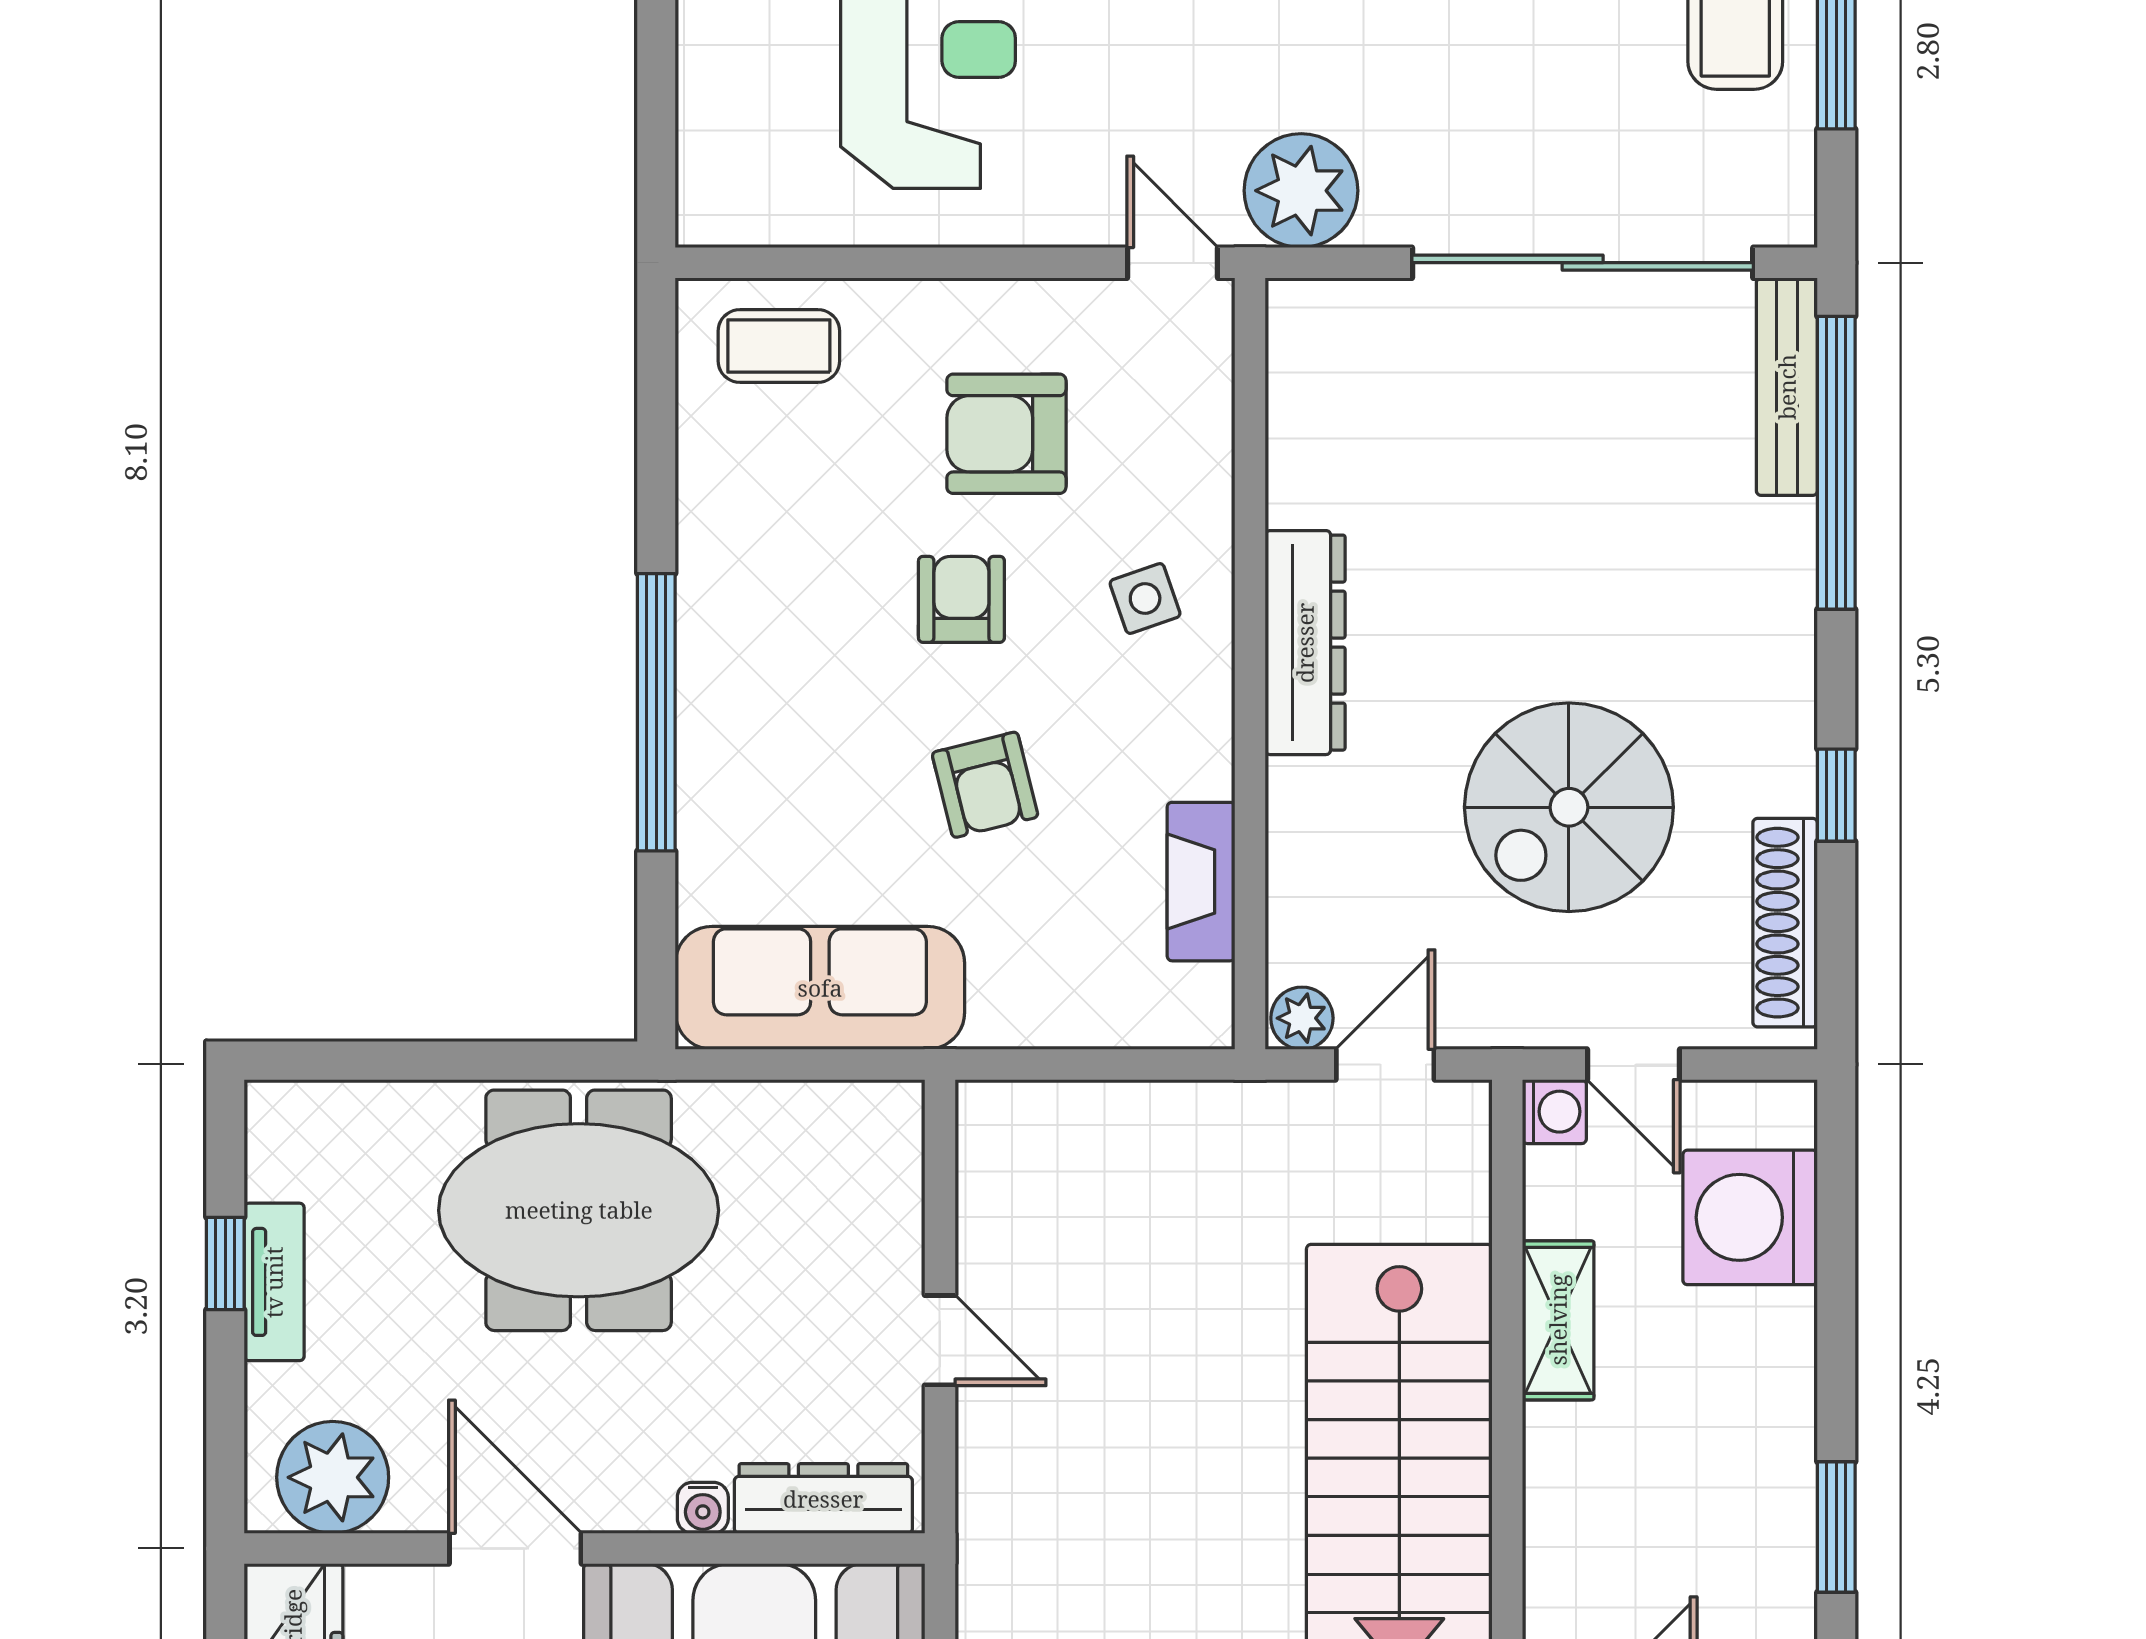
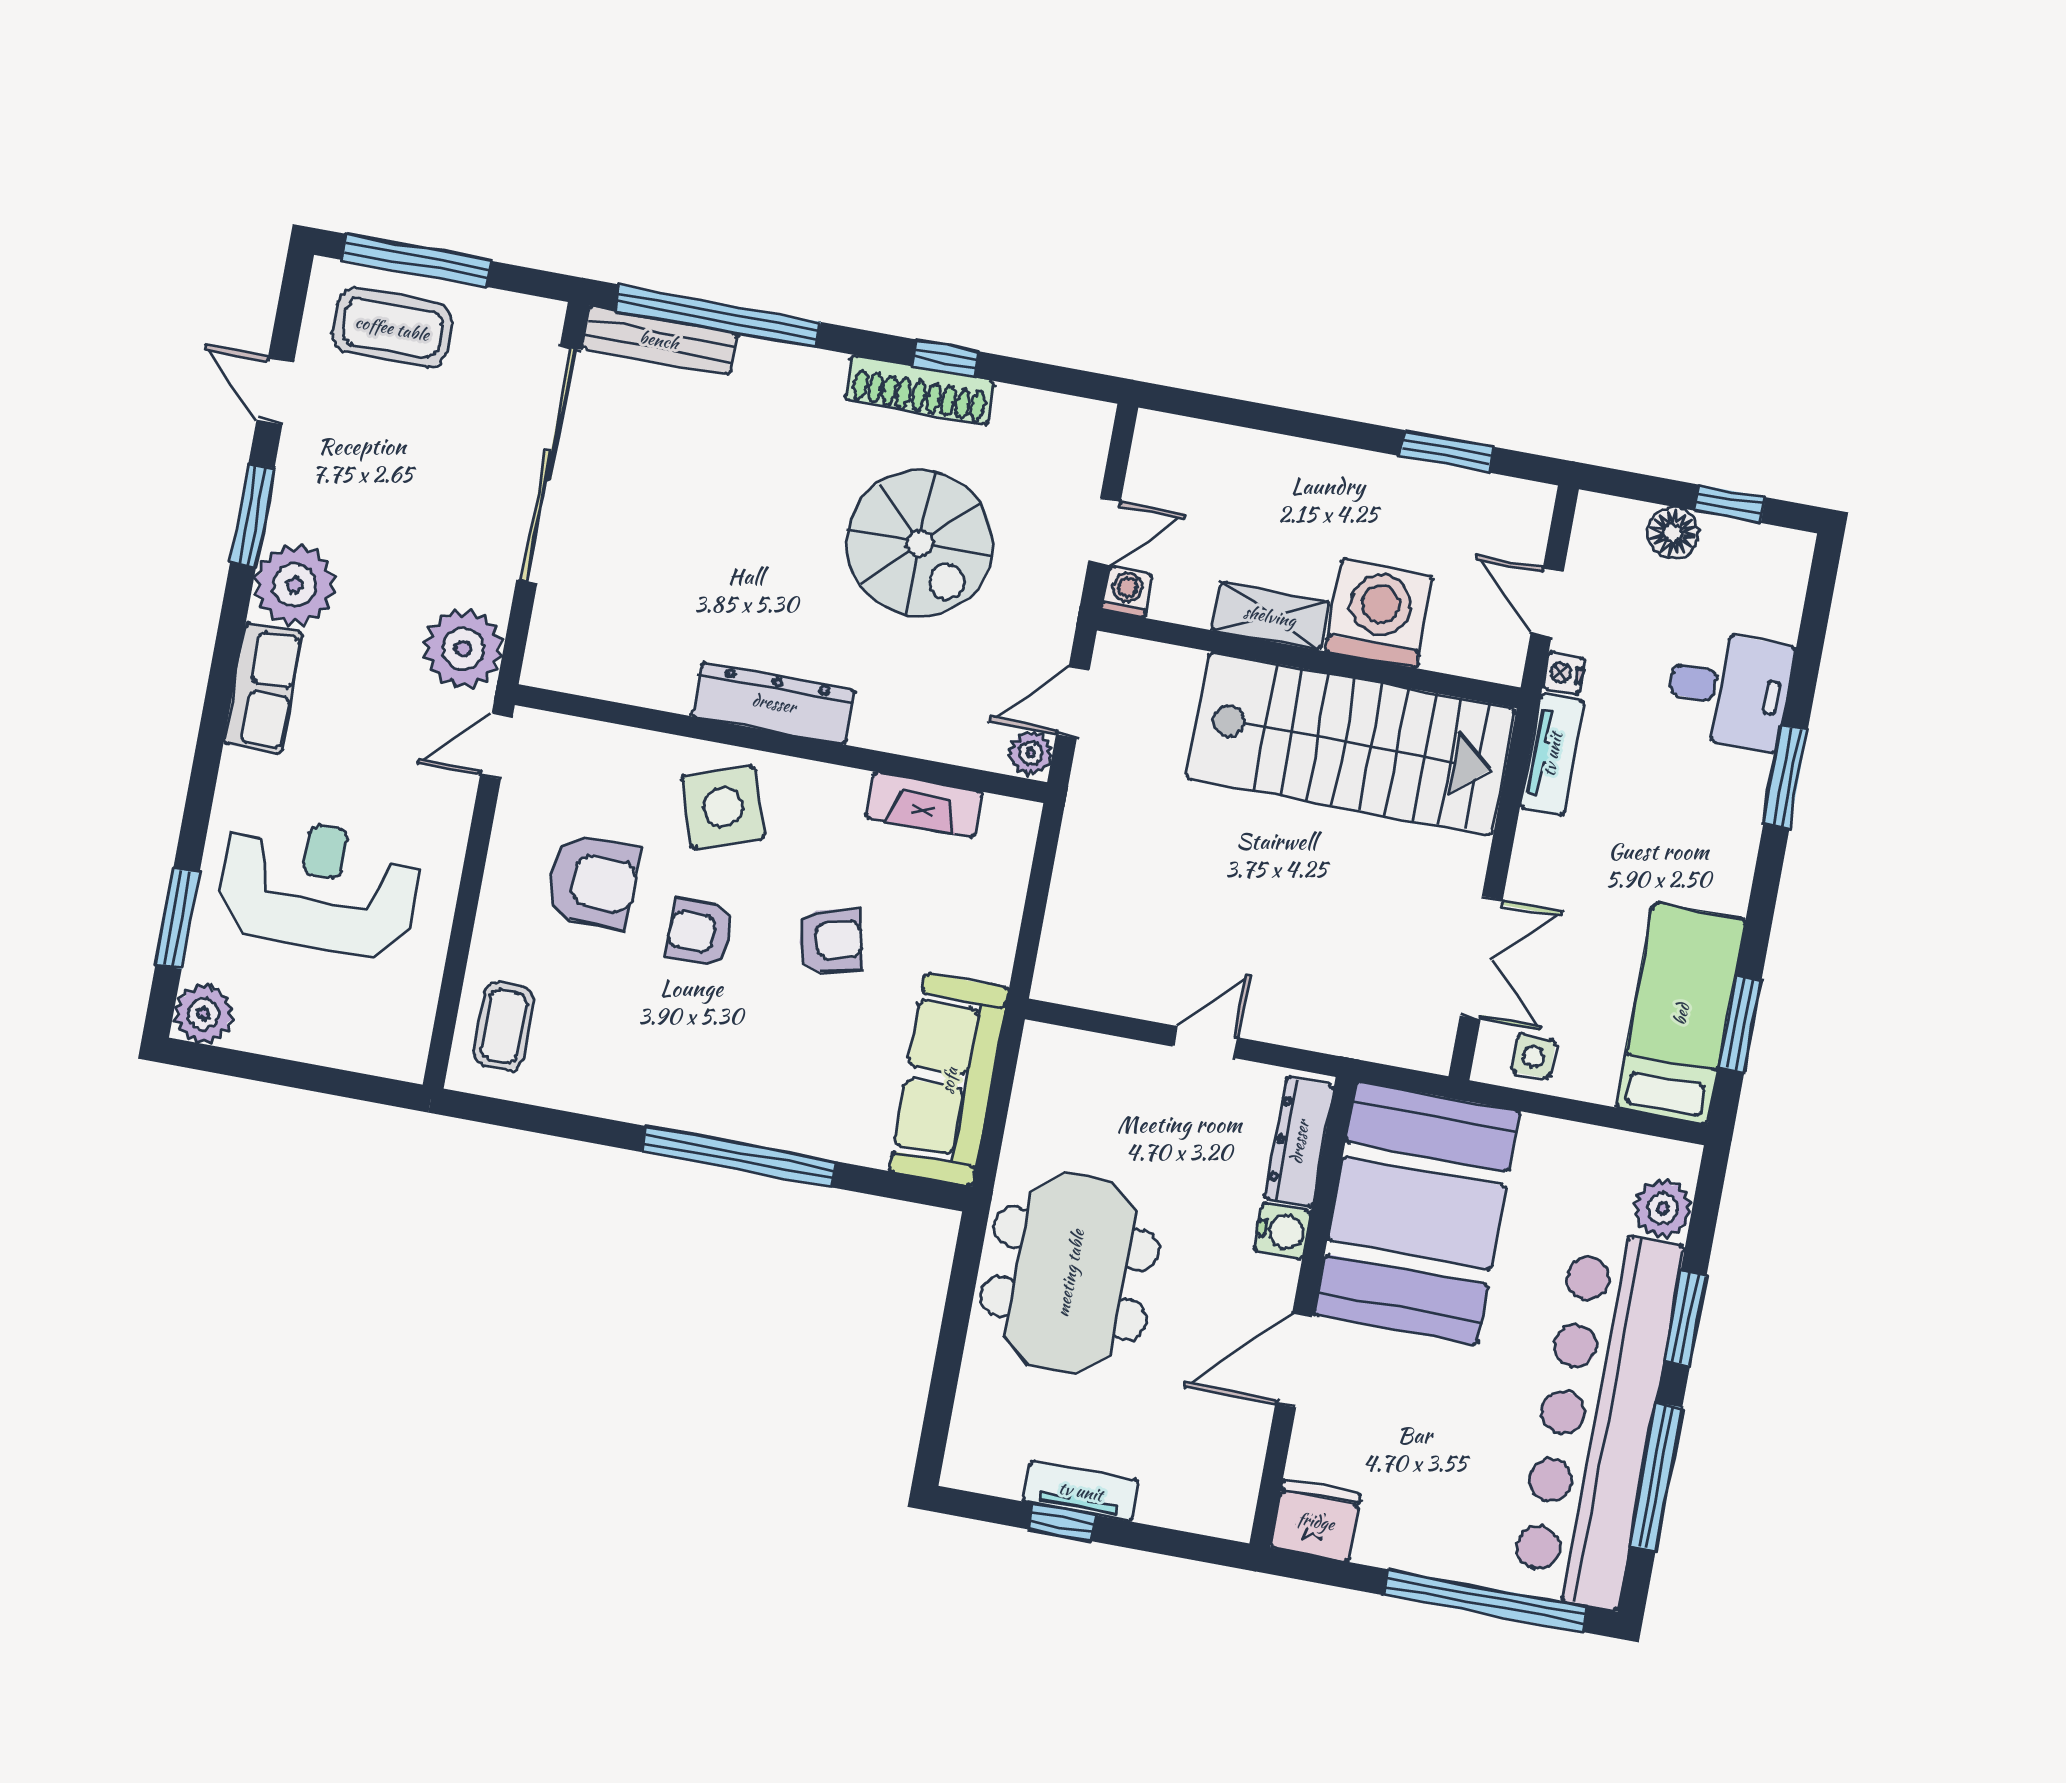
armchair: (1006, 434) -> (593, 881), turned -90
side table: (1145, 598) -> (723, 807), width x1.87, depth x1.87
shoe rack: (1785, 923) -> (920, 390), moved
door: (1385, 1064) -> (1073, 702), hinge flipped
washing machine: (1750, 1217) -> (1379, 614), moved, turned 180
plant: (333, 1477) -> (1222, 1476), removed
water cooler: (703, 1508) -> (1282, 1231), width x1.38, depth x1.38

